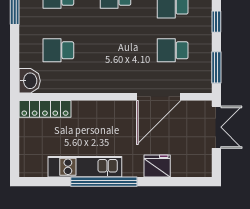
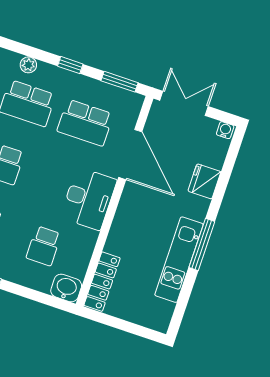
school desk: (173, 50) -> (85, 123), width x1.85
desk: (110, 74) -> (89, 199), added
water cooler: (206, 169) -> (225, 130), added
window: (104, 182) -> (202, 244), width x0.68

